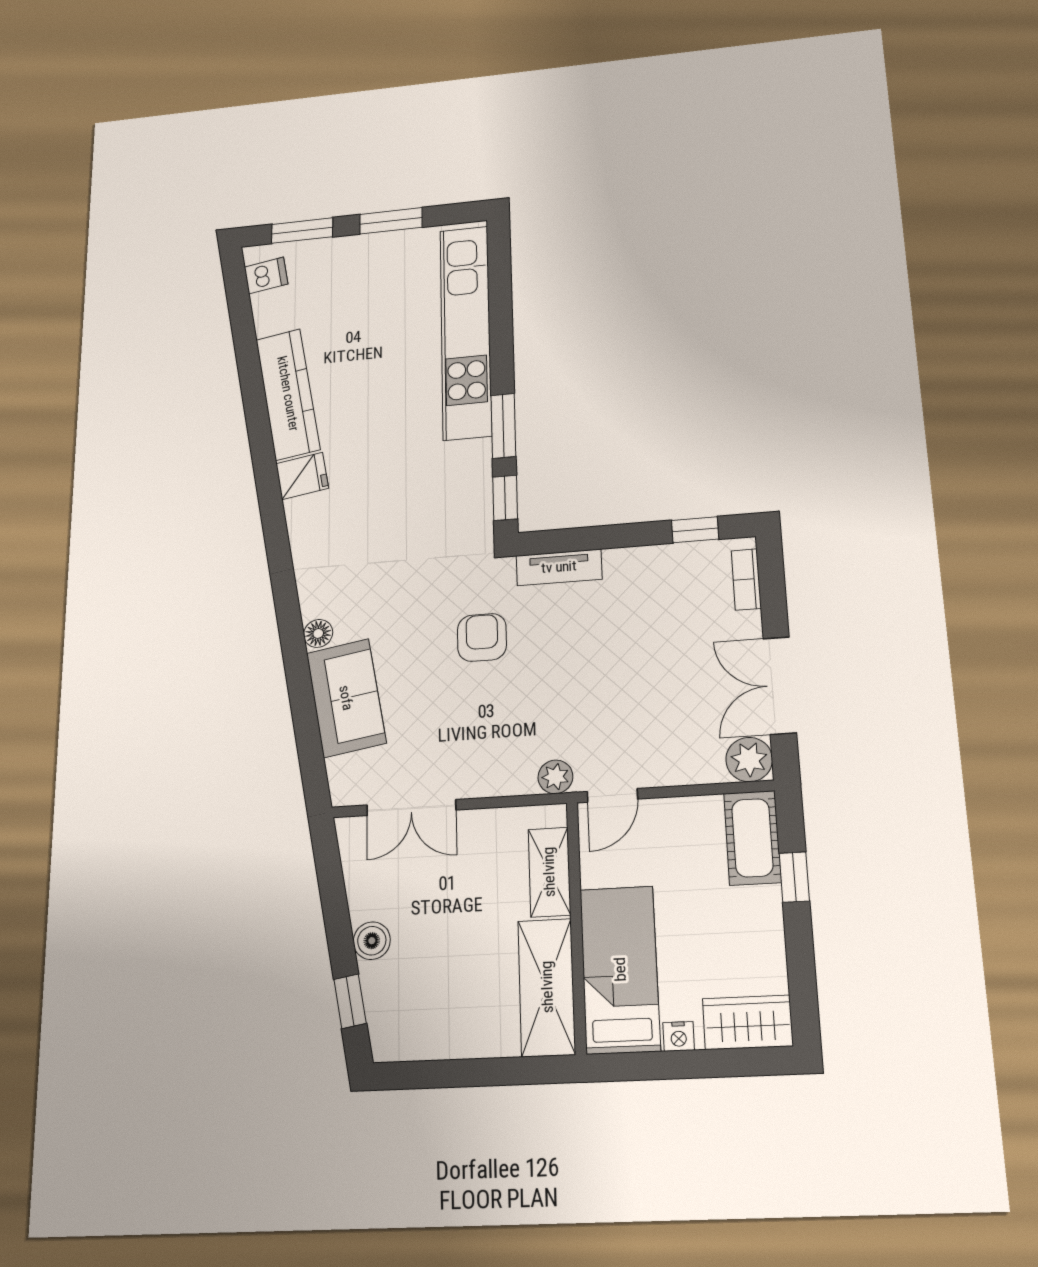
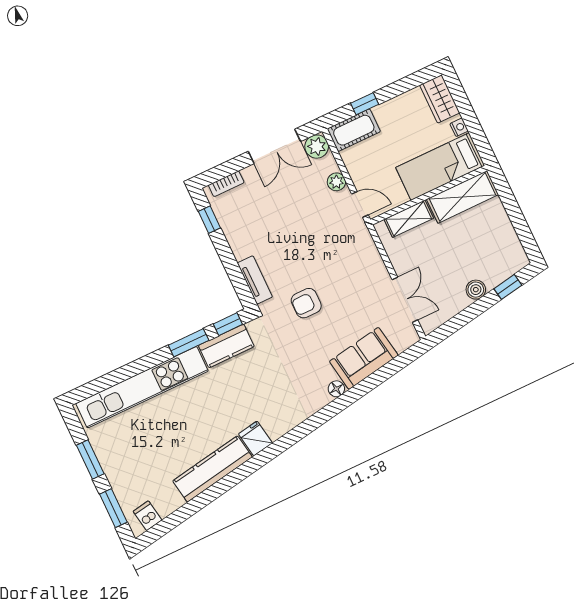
kitchen counter: (471, 483) -> (226, 346), added
plant: (555, 777) -> (336, 182), moved

